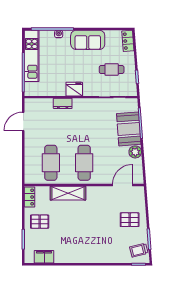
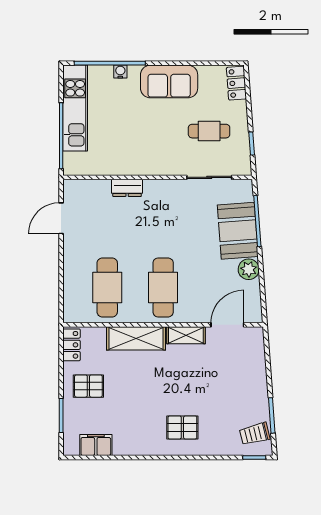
fridge: (74, 89) -> (146, 164), removed
shelving: (98, 191) -> (186, 335), added
pallet: (130, 220) -> (182, 427), moved

